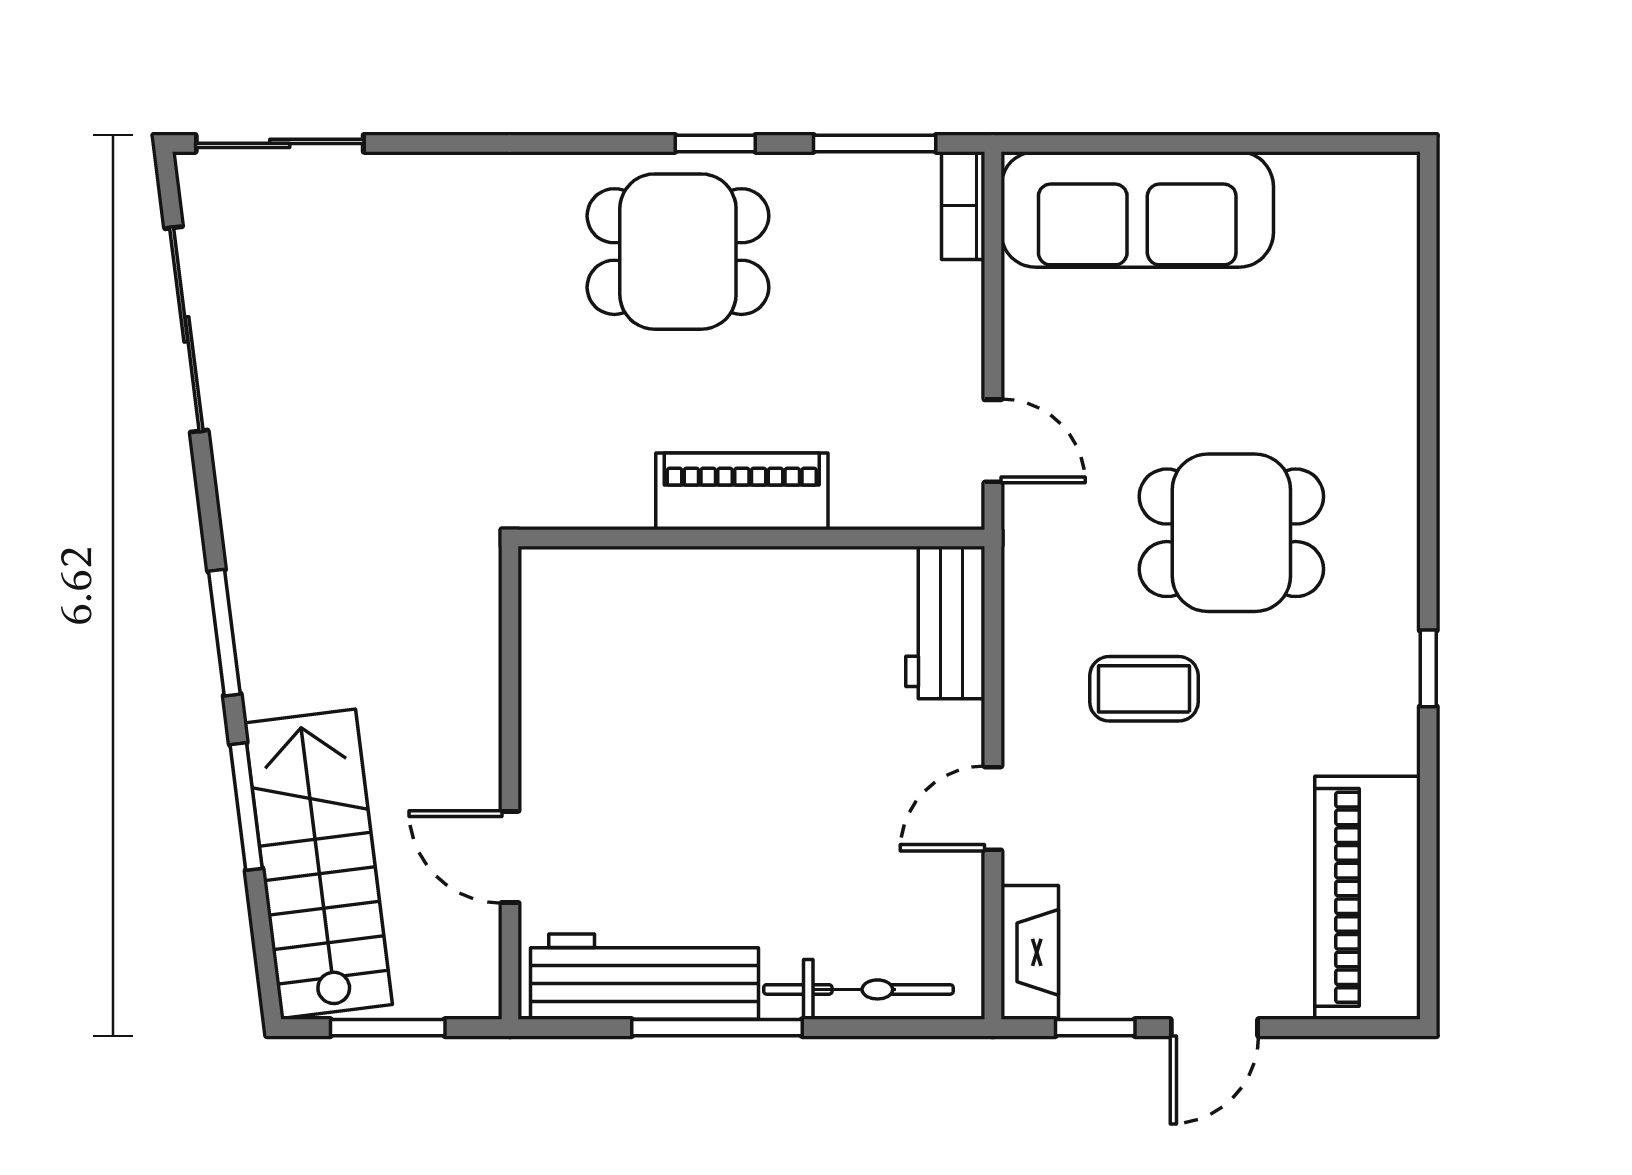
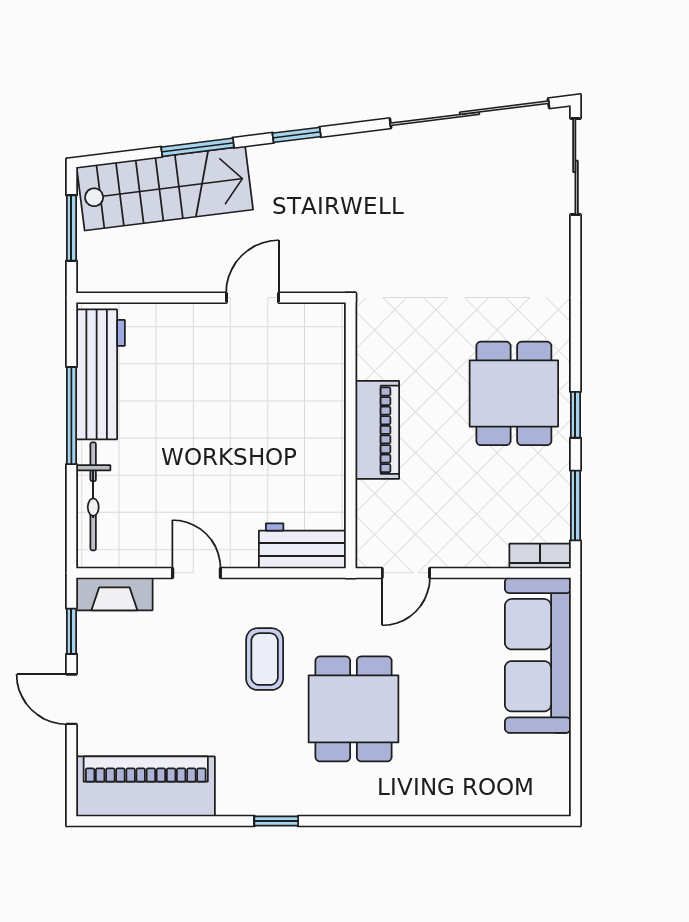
sliding door: (186, 329) -> (469, 113), width x1.36
window: (224, 633) -> (297, 135), width x0.67
door: (510, 857) -> (253, 298), moved

